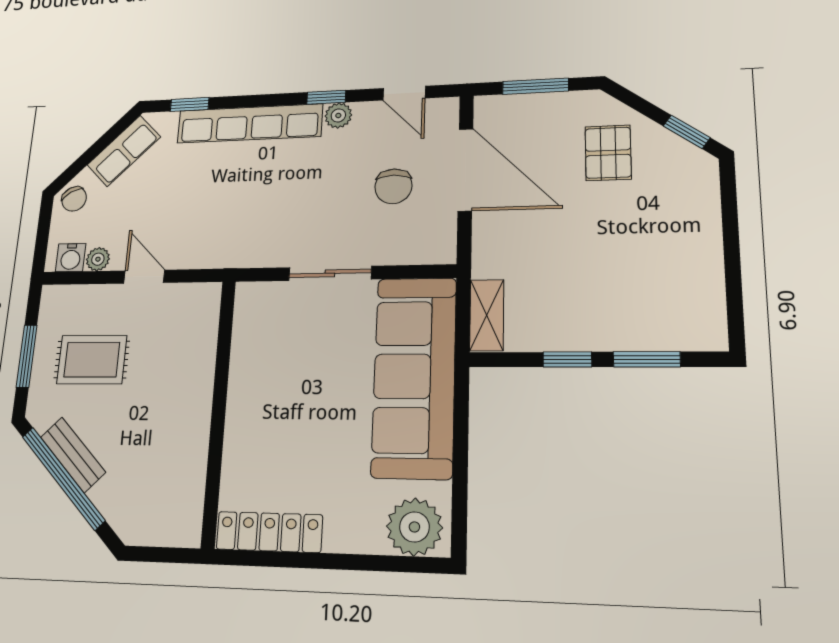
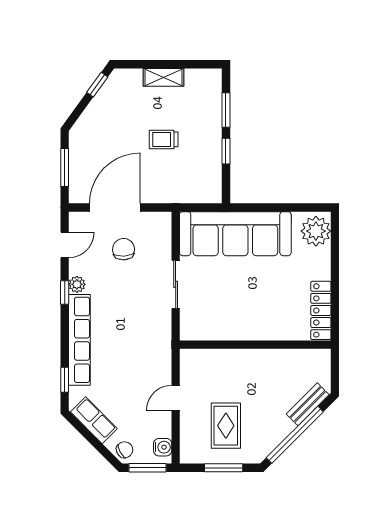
pallet: (608, 153) -> (108, 127), removed
chair: (393, 186) -> (124, 249), turned -93
window: (43, 235) -> (147, 468), added
trolley: (588, 248) -> (164, 139), added
plant: (98, 259) -> (164, 429), removed
shelving: (487, 315) -> (163, 77), moved
bench: (73, 455) -> (308, 404), moved

